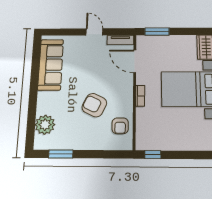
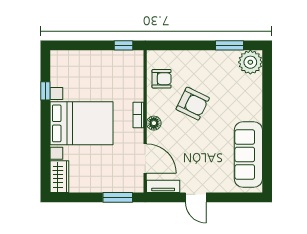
floor lamp: (127, 89) -> (154, 123), added
plant: (45, 125) -> (250, 62), moved
armchair: (120, 126) -> (162, 79), turned 90

